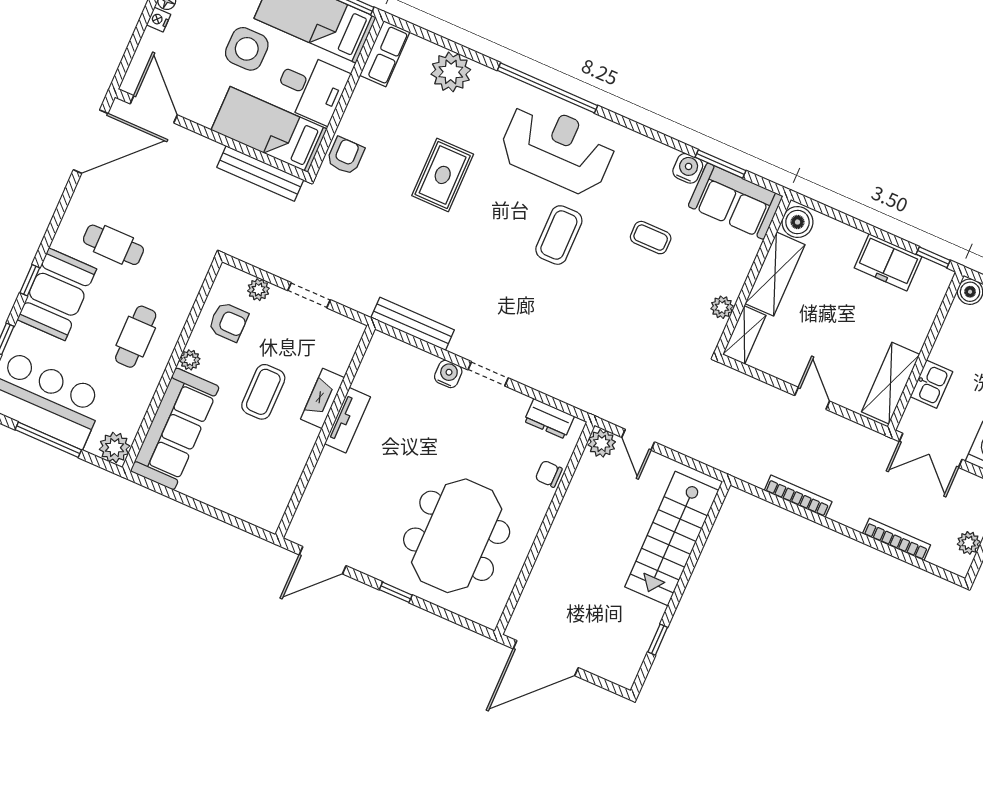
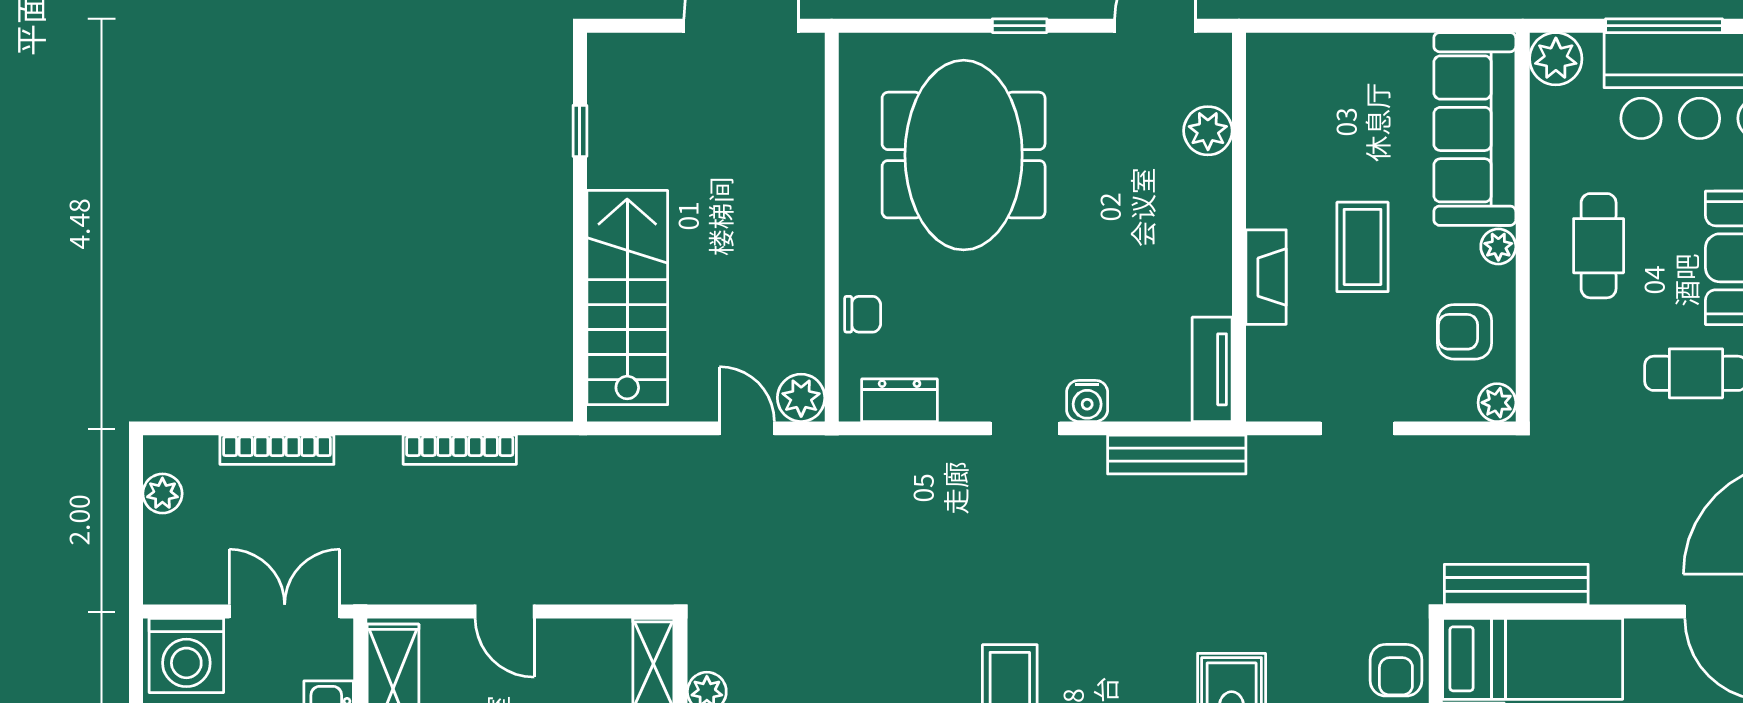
plant: (258, 290) -> (1497, 403), moved
tv unit: (347, 420) -> (1212, 369), moved
plant: (319, 491) -> (1208, 131), added

